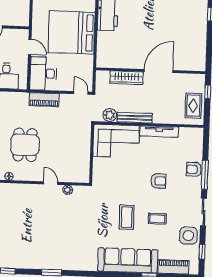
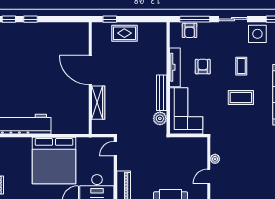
plant: (110, 115) -> (160, 118), moved
bench: (135, 118) -> (162, 93), moved
wall: (149, 124) -> (168, 78), moved
tv unit: (159, 131) -> (175, 67), moved
corner sofa: (116, 141) -> (186, 111), moved

